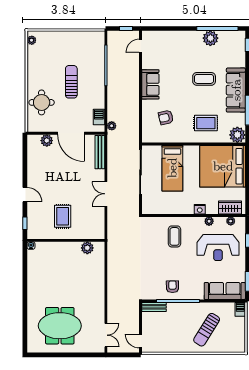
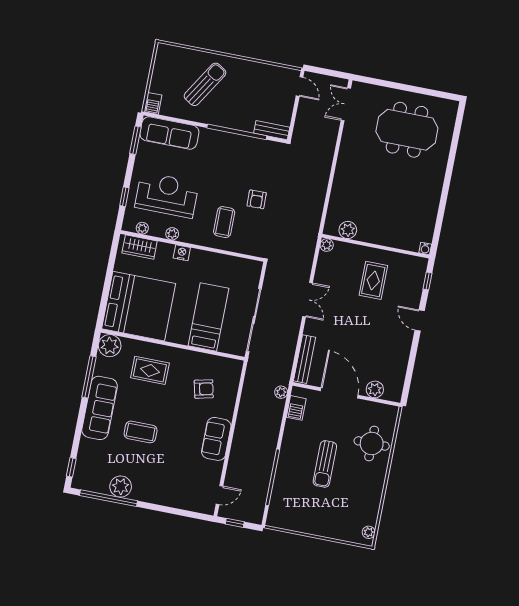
plant: (100, 235) -> (327, 245), added
armchair: (172, 287) -> (257, 199), moved

